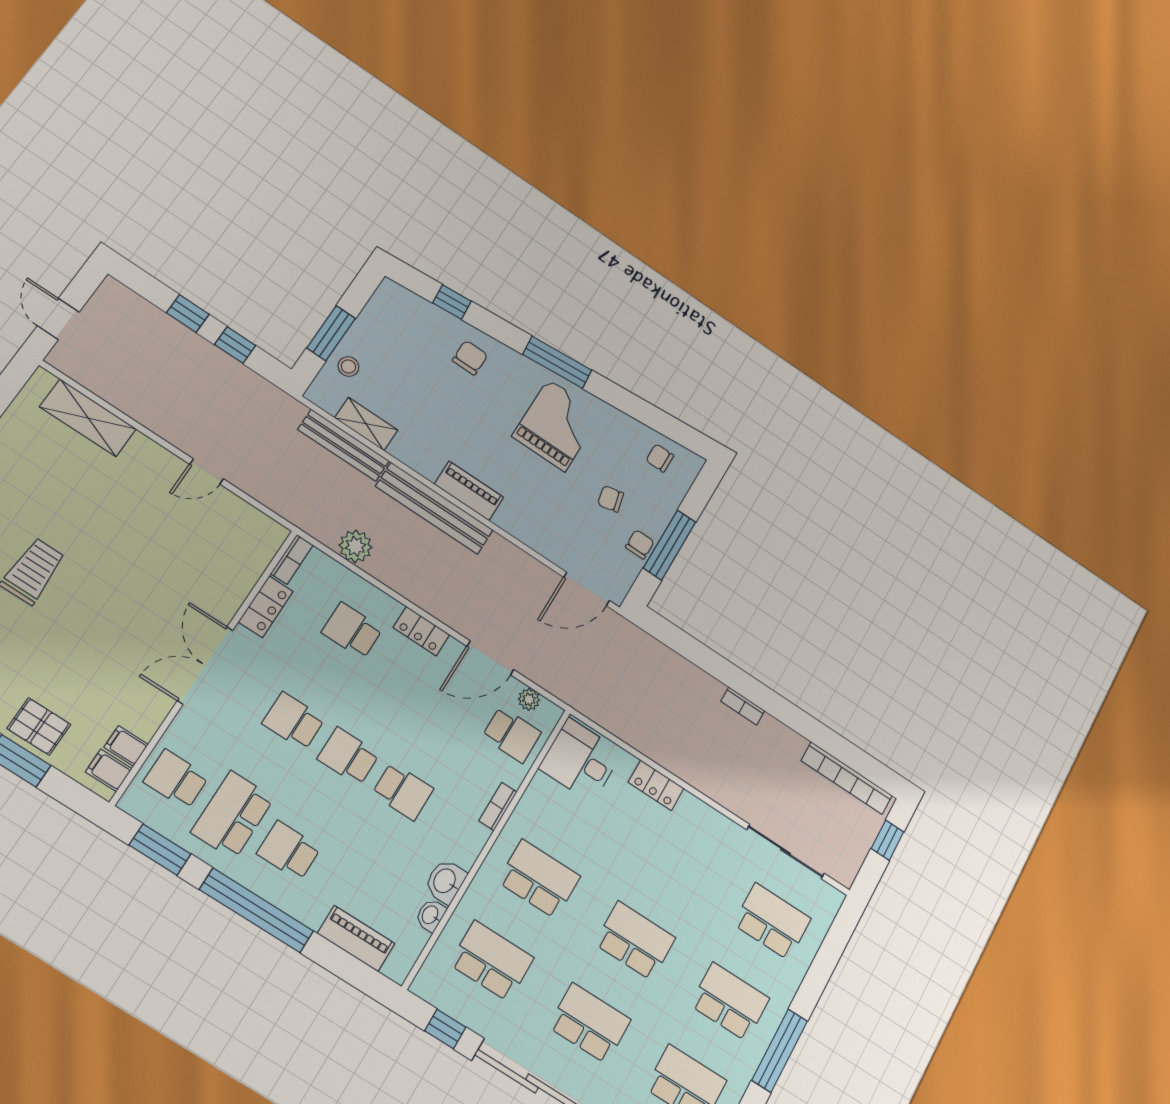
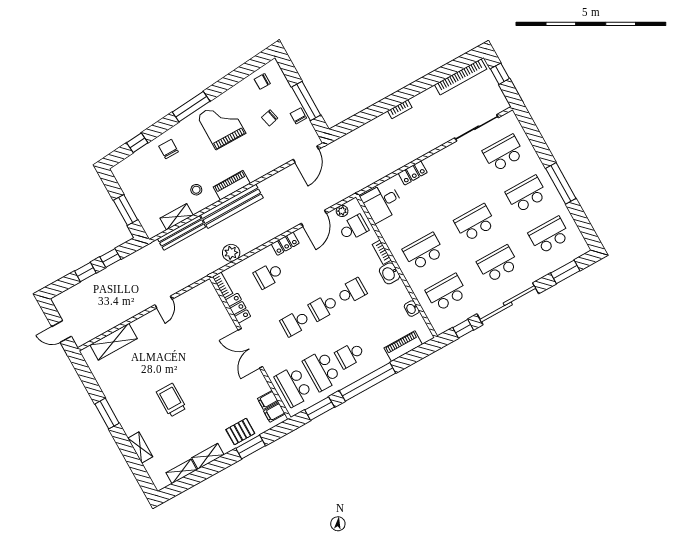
stool: (348, 367) -> (196, 190), moved
school desk: (176, 779) -> (293, 386), width x1.85
washbasin: (445, 881) -> (389, 273), moved

